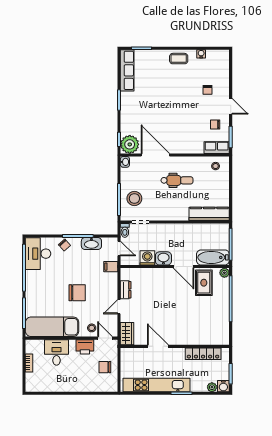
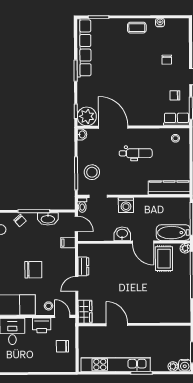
row of seats: (127, 70) -> (84, 48), width x1.36
washing machine: (147, 258) -> (126, 205), moved, turned 180
locker: (203, 354) -> (164, 332), removed

